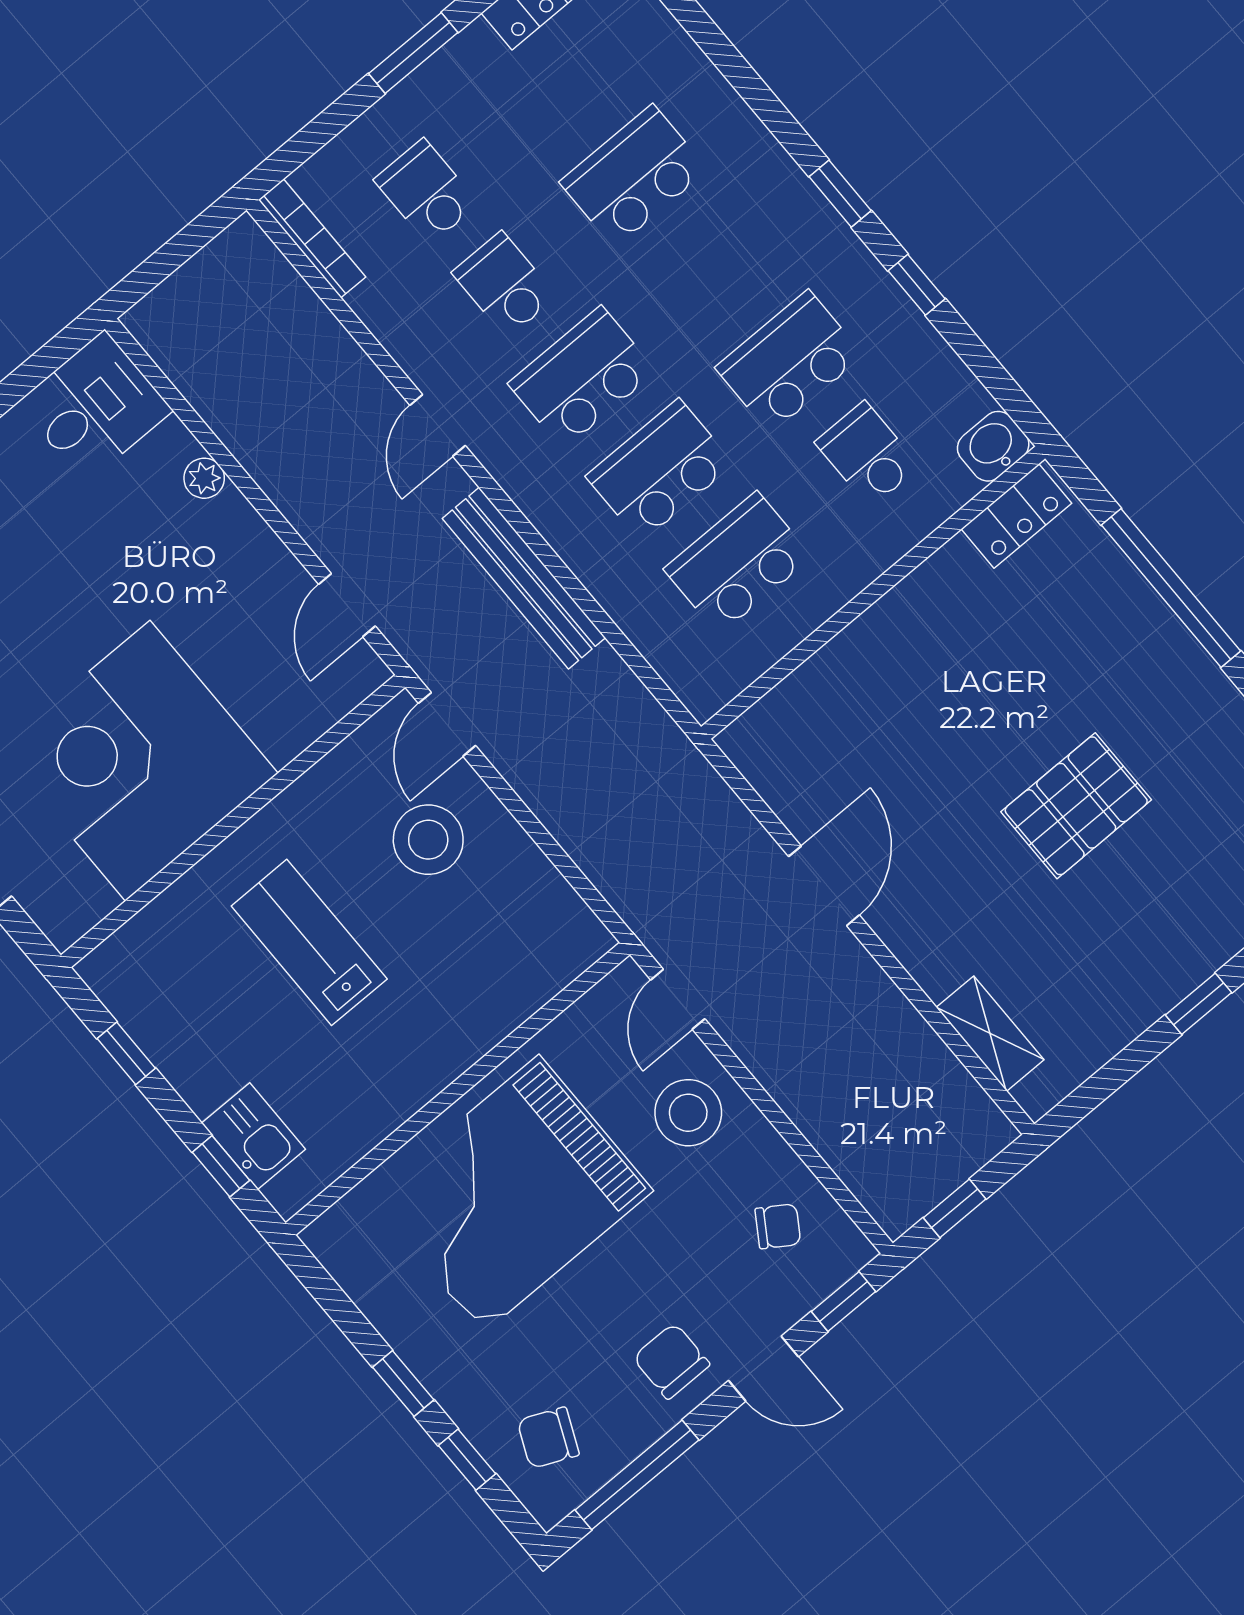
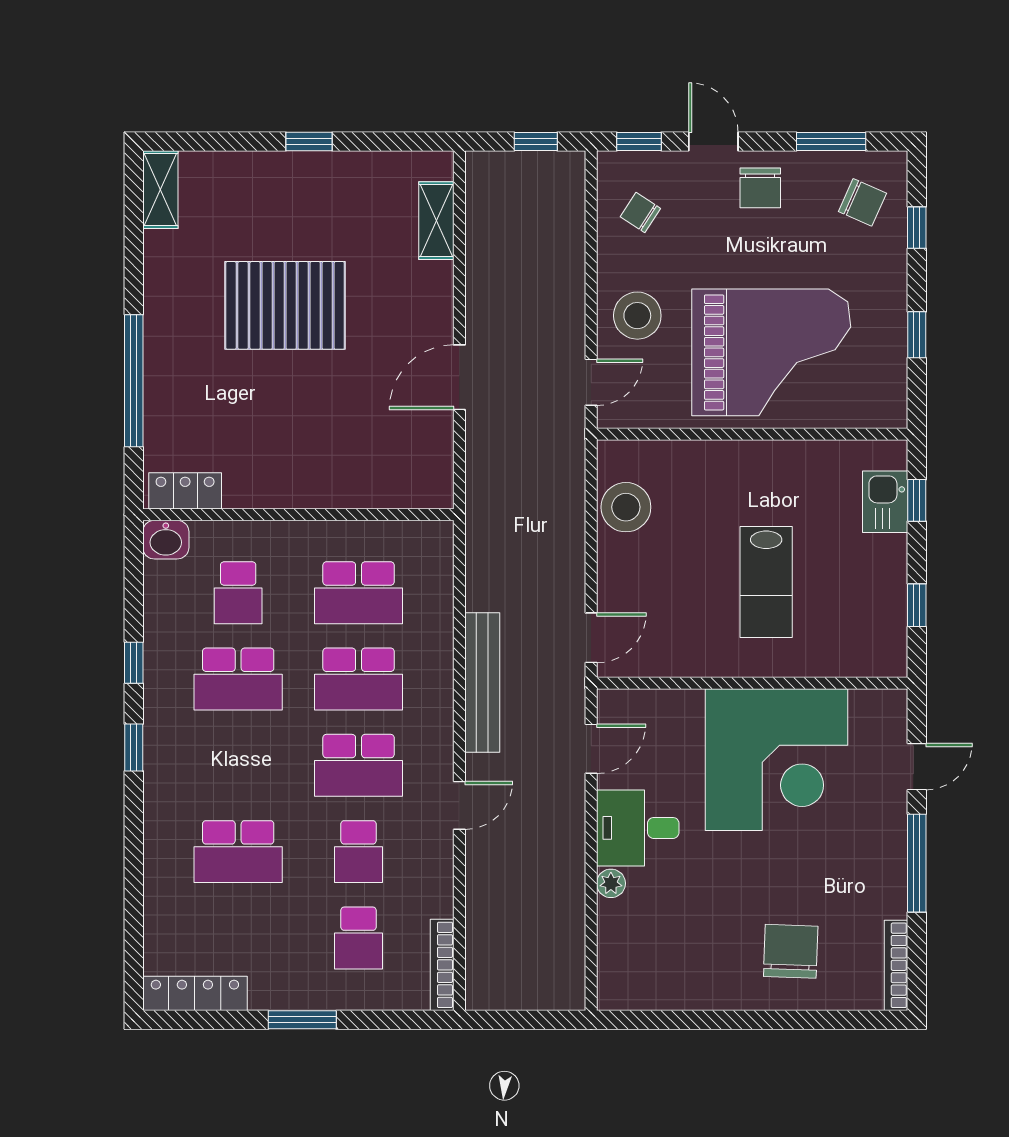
desk: (95, 407) -> (638, 828), moved
pallet: (1076, 806) -> (285, 305), width x1.37, depth x1.41
stool: (428, 840) -> (626, 507), moved
window: (403, 1384) -> (917, 335), moved
window: (637, 1475) -> (831, 141), width x0.69

